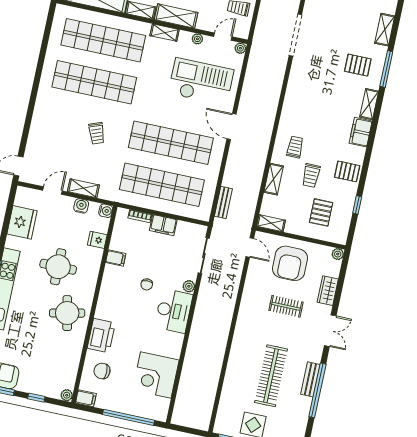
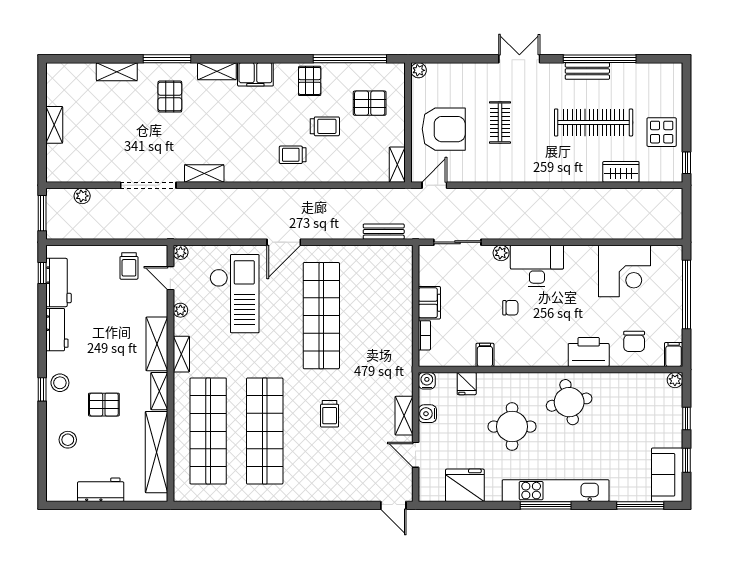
checkout: (201, 82) -> (234, 294), turned 180
trolley: (97, 133) -> (330, 414), turned 110
shelving: (274, 179) -> (204, 173), moved
shop shelf: (162, 185) -> (378, 316), removed
window: (357, 205) -> (350, 59), width x3.17
wardrobe: (328, 291) -> (621, 172), moved, turned 180

